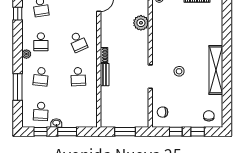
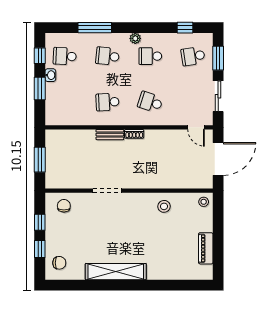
plant: (141, 23) -> (174, 179), removed
school desk: (78, 42) -> (150, 102), turned 42
stool: (179, 71) -> (164, 206), moved

